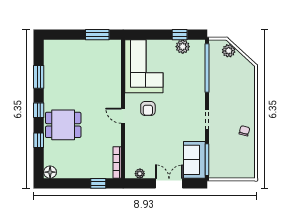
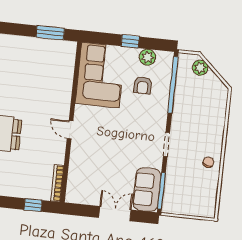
window: (180, 35) -> (130, 41), moved
armchair: (148, 108) -> (143, 85), moved
plant: (140, 174) -> (82, 199), removed

